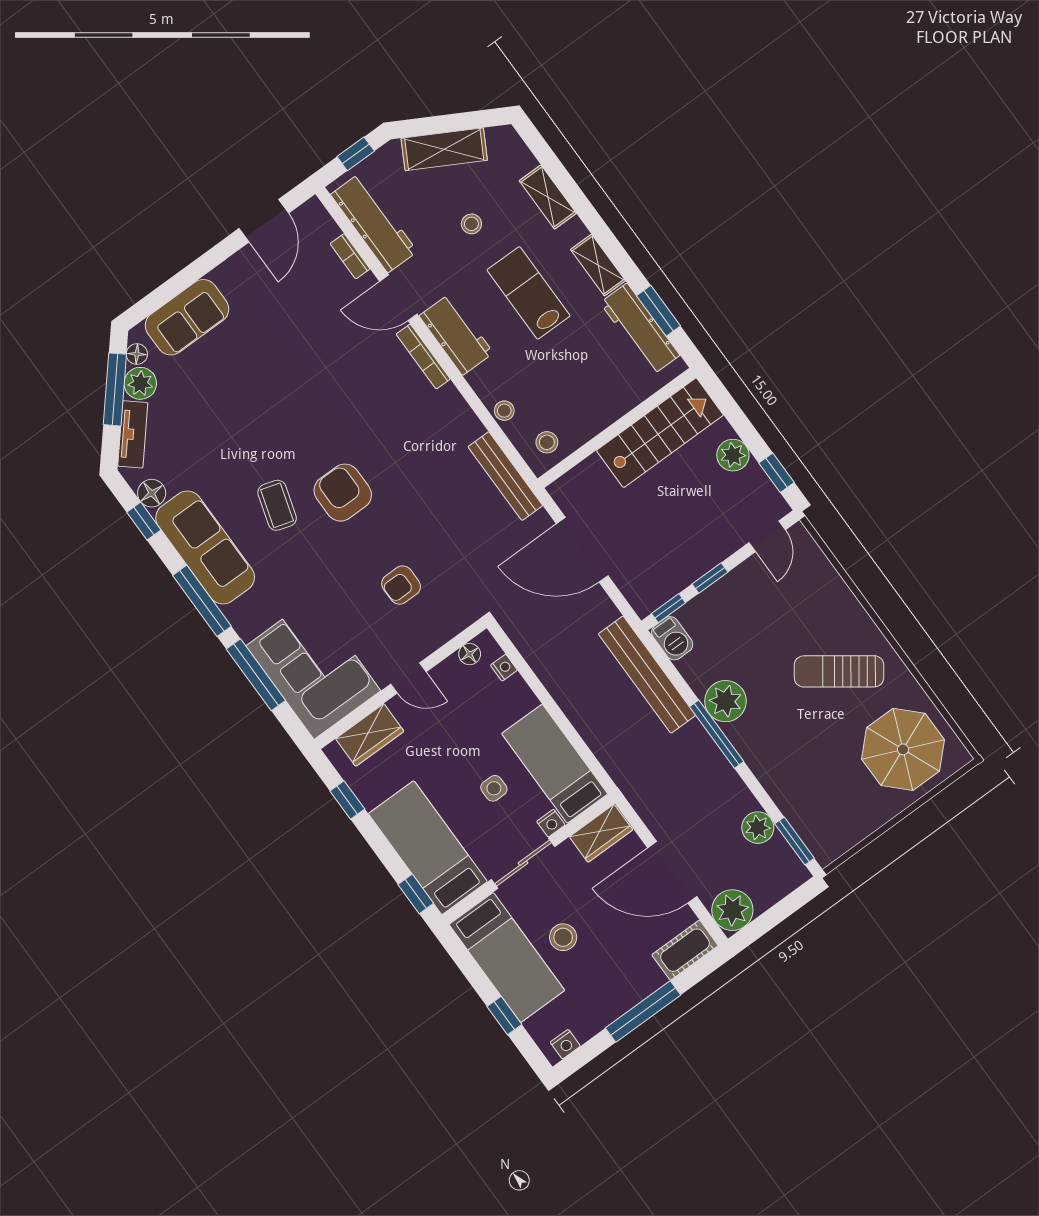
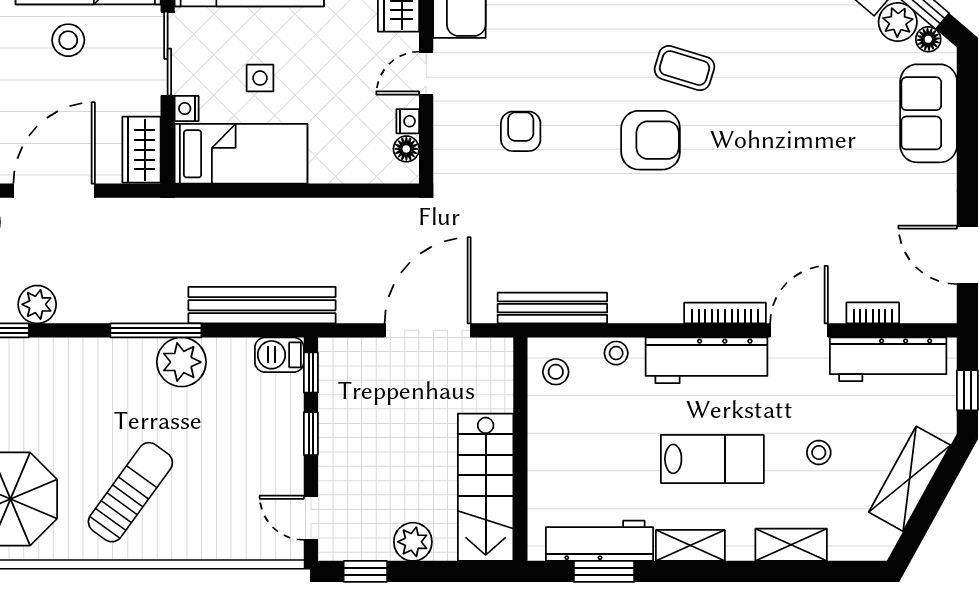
workbench: (456, 334) -> (706, 360), width x1.38
nightstand: (504, 668) -> (408, 121), moved, turned -90

